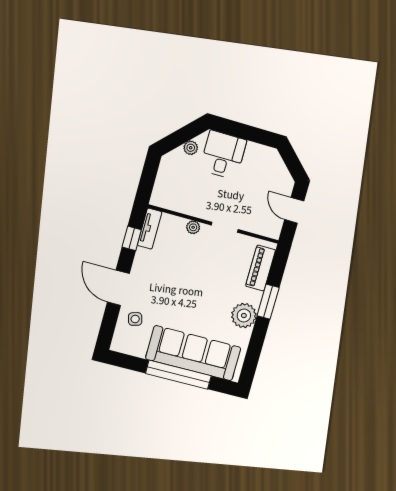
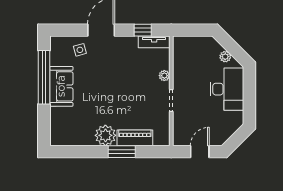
desk: (223, 155) -> (227, 89), width x1.37
piano: (261, 268) -> (135, 138), moved
sofa: (193, 353) -> (61, 86), width x0.54, depth x0.79
window: (178, 375) -> (44, 77), moved

